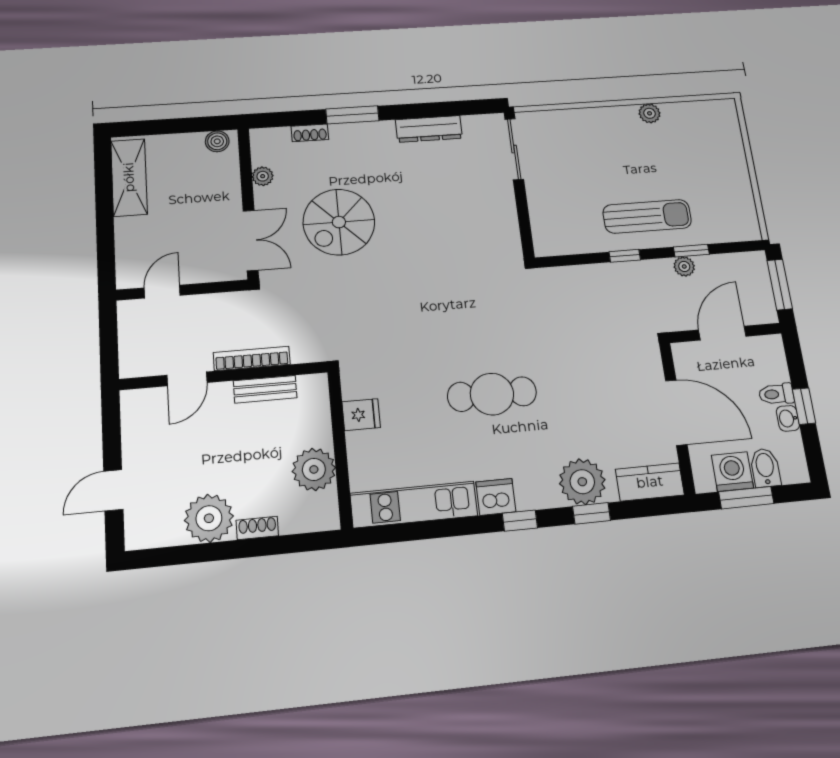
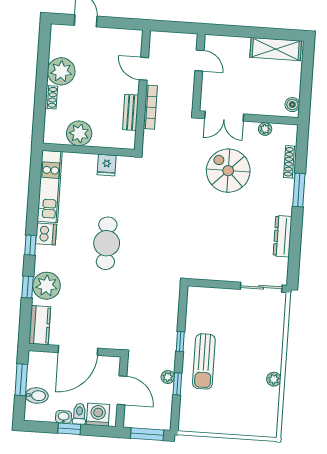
shoe rack: (310, 133) -> (290, 162), width x1.43
washing machine: (732, 472) -> (98, 415), moved, turned -90

